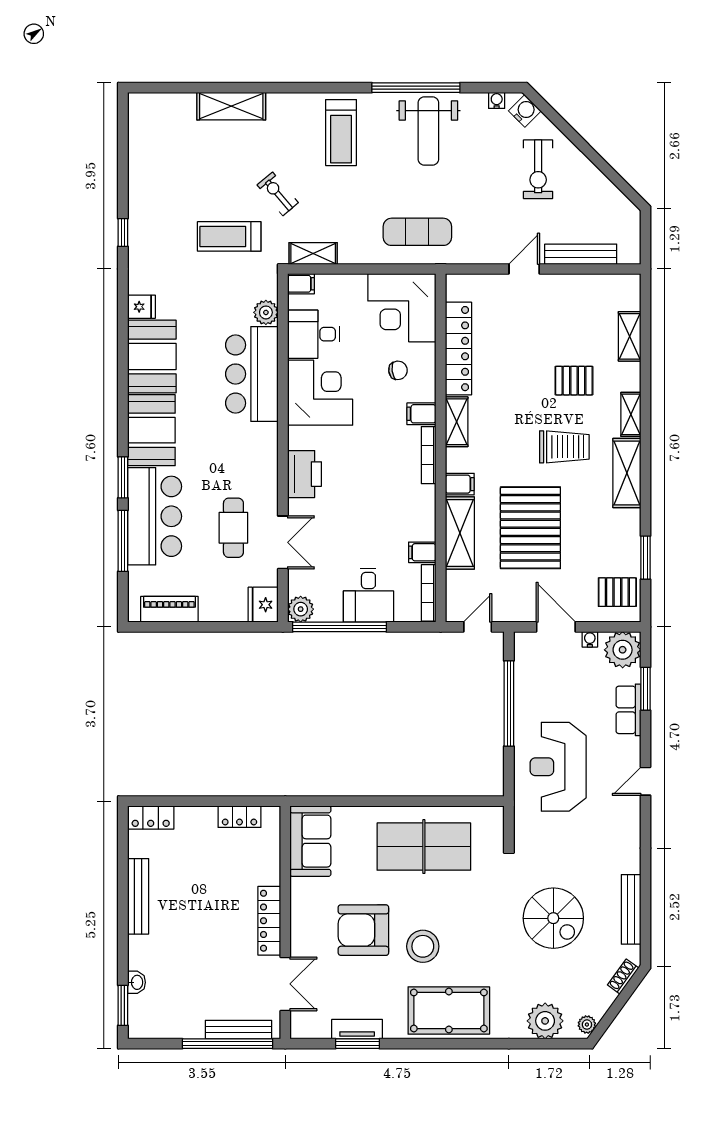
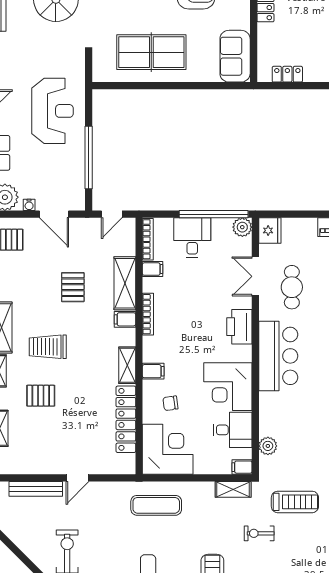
exercise bike: (278, 194) -> (259, 533), turned 130
bar counter: (252, 374) -> (278, 356), moved
bookcase: (429, 455) -> (148, 314), moved
pallet: (530, 528) -> (73, 287), width x0.49, depth x0.50

